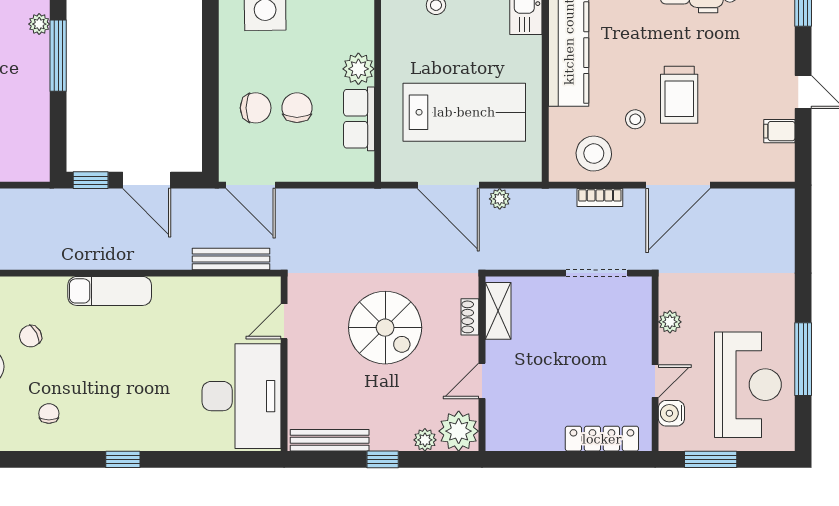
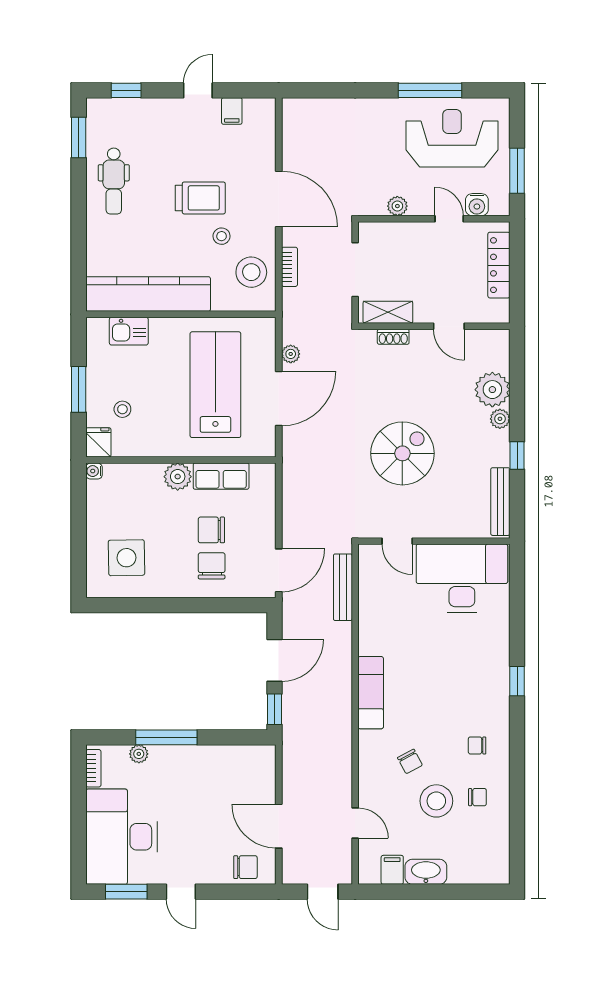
shelving: (498, 311) -> (388, 312), moved
shoe rack: (470, 317) -> (393, 337), moved
wall: (482, 364) -> (434, 326), moved
door: (482, 381) -> (449, 326), moved

